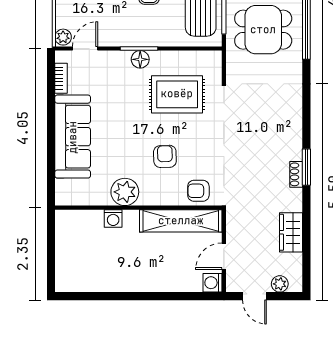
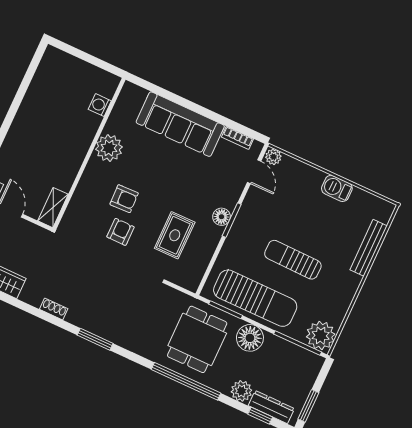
rug: (177, 94) -> (175, 235), width x0.73, depth x0.70
window: (306, 167) -> (95, 339), moved
armchair: (198, 191) -> (120, 232), moved
washing machine: (113, 218) -> (100, 105), moved
shelving: (181, 221) -> (53, 208), width x0.45, depth x0.75

